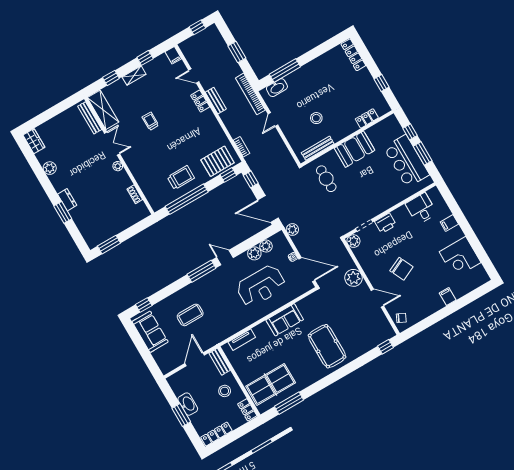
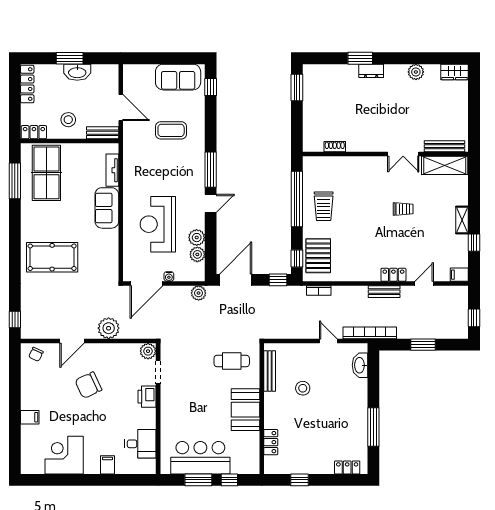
locker: (353, 55) -> (347, 467), width x0.66
window: (285, 70) -> (373, 427), moved
window: (111, 78) -> (474, 194), removed
plant: (118, 166) -> (375, 146), removed
coffee table: (190, 315) -> (171, 130), turned 90
sofa: (285, 320) -> (107, 208), moved

